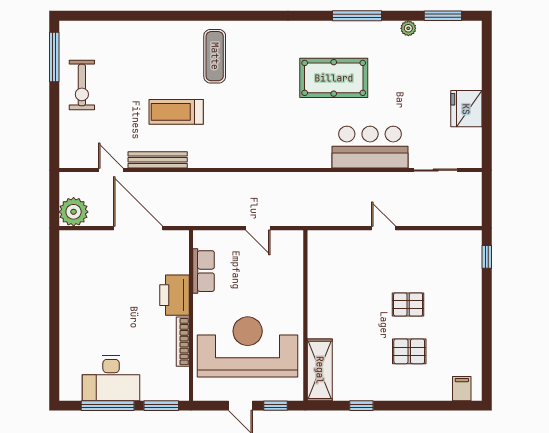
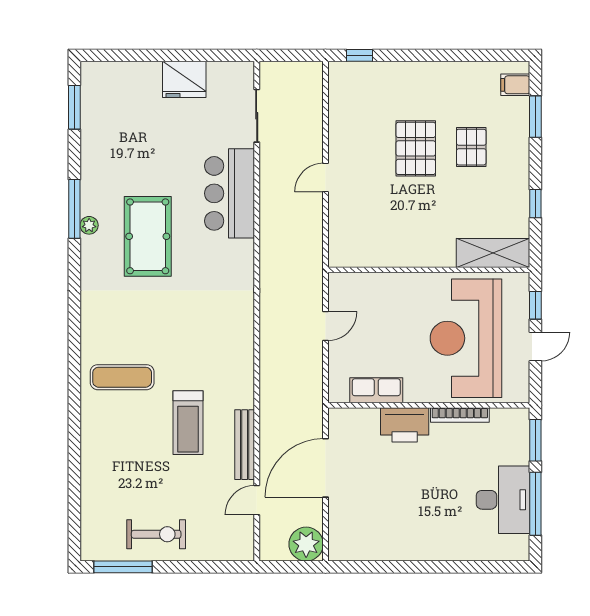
plant: (408, 28) -> (89, 225), moved
pallet: (408, 304) -> (416, 148), width x1.50, depth x1.42
window: (435, 406) -> (535, 117), added

